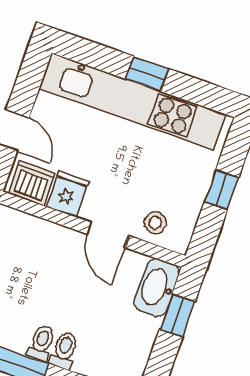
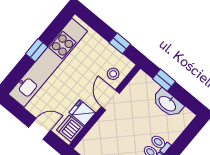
window: (222, 190) -> (120, 43), moved
door: (108, 235) -> (110, 100), swing flipped
washbasin: (157, 287) -> (168, 103), moved

